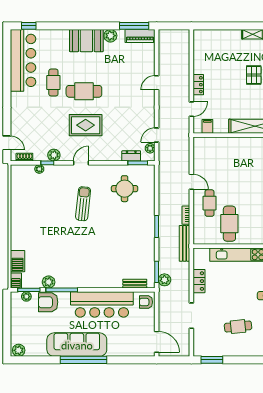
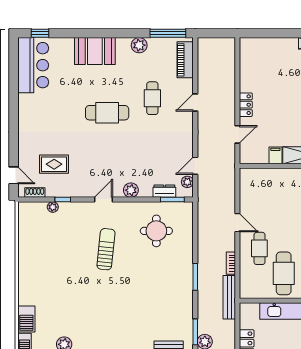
piano: (140, 36) -> (185, 60), moved, turned 90
booth: (86, 41) -> (95, 51), moved
bar counter: (23, 60) -> (33, 65), width x0.73
cafe table: (53, 82) -> (152, 98), moved
rug: (86, 125) -> (54, 164), moved, width x0.73, depth x0.70
filing cabinet: (207, 126) -> (275, 155), moved
plant: (54, 155) -> (131, 190), moved

